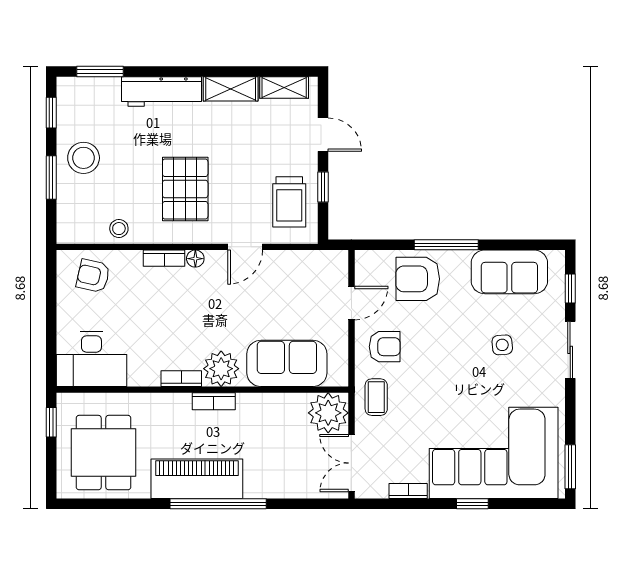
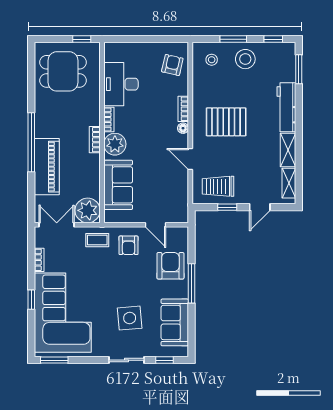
stool: (119, 229) -> (212, 60), moved
side table: (502, 345) -> (130, 318), width x1.87, depth x1.87
desk: (91, 359) -> (121, 84), moved
piano: (197, 479) -> (47, 167), moved

